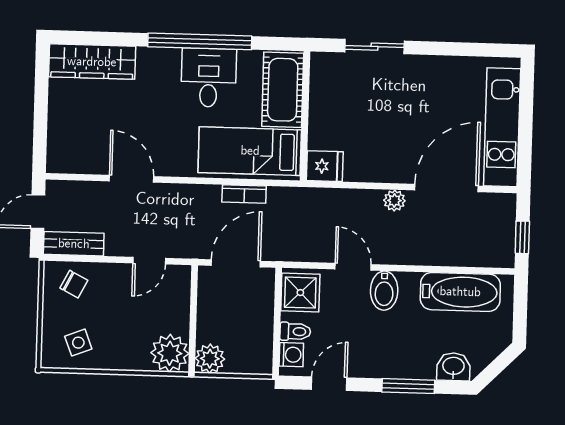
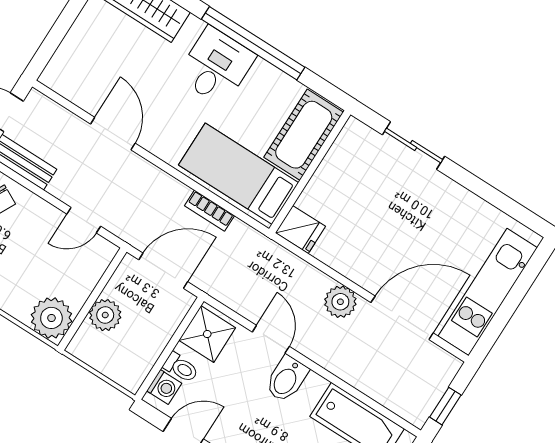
desk: (209, 78) -> (216, 66), moved
plant: (394, 200) -> (340, 302), width x1.38, depth x1.38
plant: (210, 359) -> (105, 315), moved

